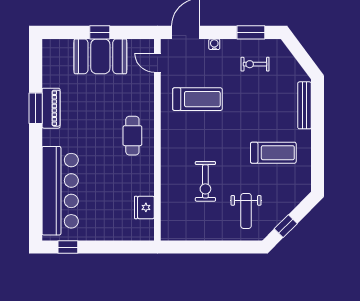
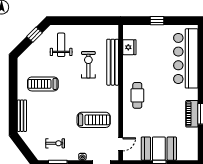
door: (157, 63) -> (121, 144), hinge flipped
treadmill: (197, 99) -> (94, 120), turned 180
bench: (169, 185) -> (113, 62), added
window: (68, 247) -> (157, 21), moved

